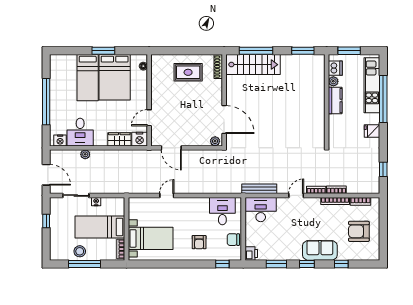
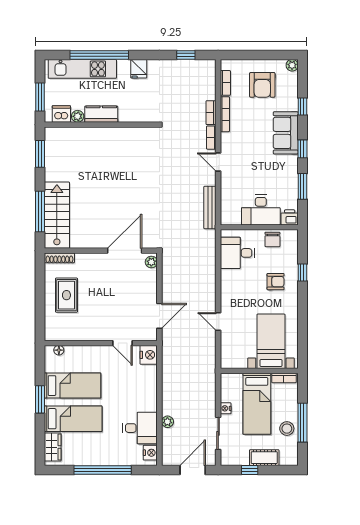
bed: (115, 77) -> (73, 386), width x0.67
wardrobe: (119, 139) -> (53, 447), moved, turned 180
desk: (261, 210) -> (261, 210), moved, turned -90
cot: (56, 233) -> (264, 458), added
plant: (375, 256) -> (292, 65), added
window: (222, 264) -> (302, 273), moved

